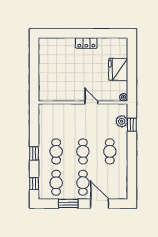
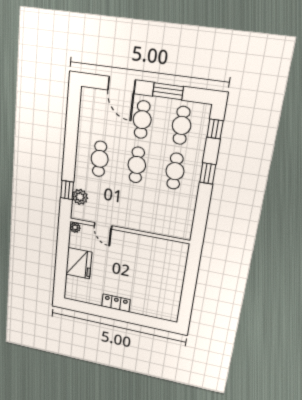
door: (91, 102) -> (103, 226), moved

